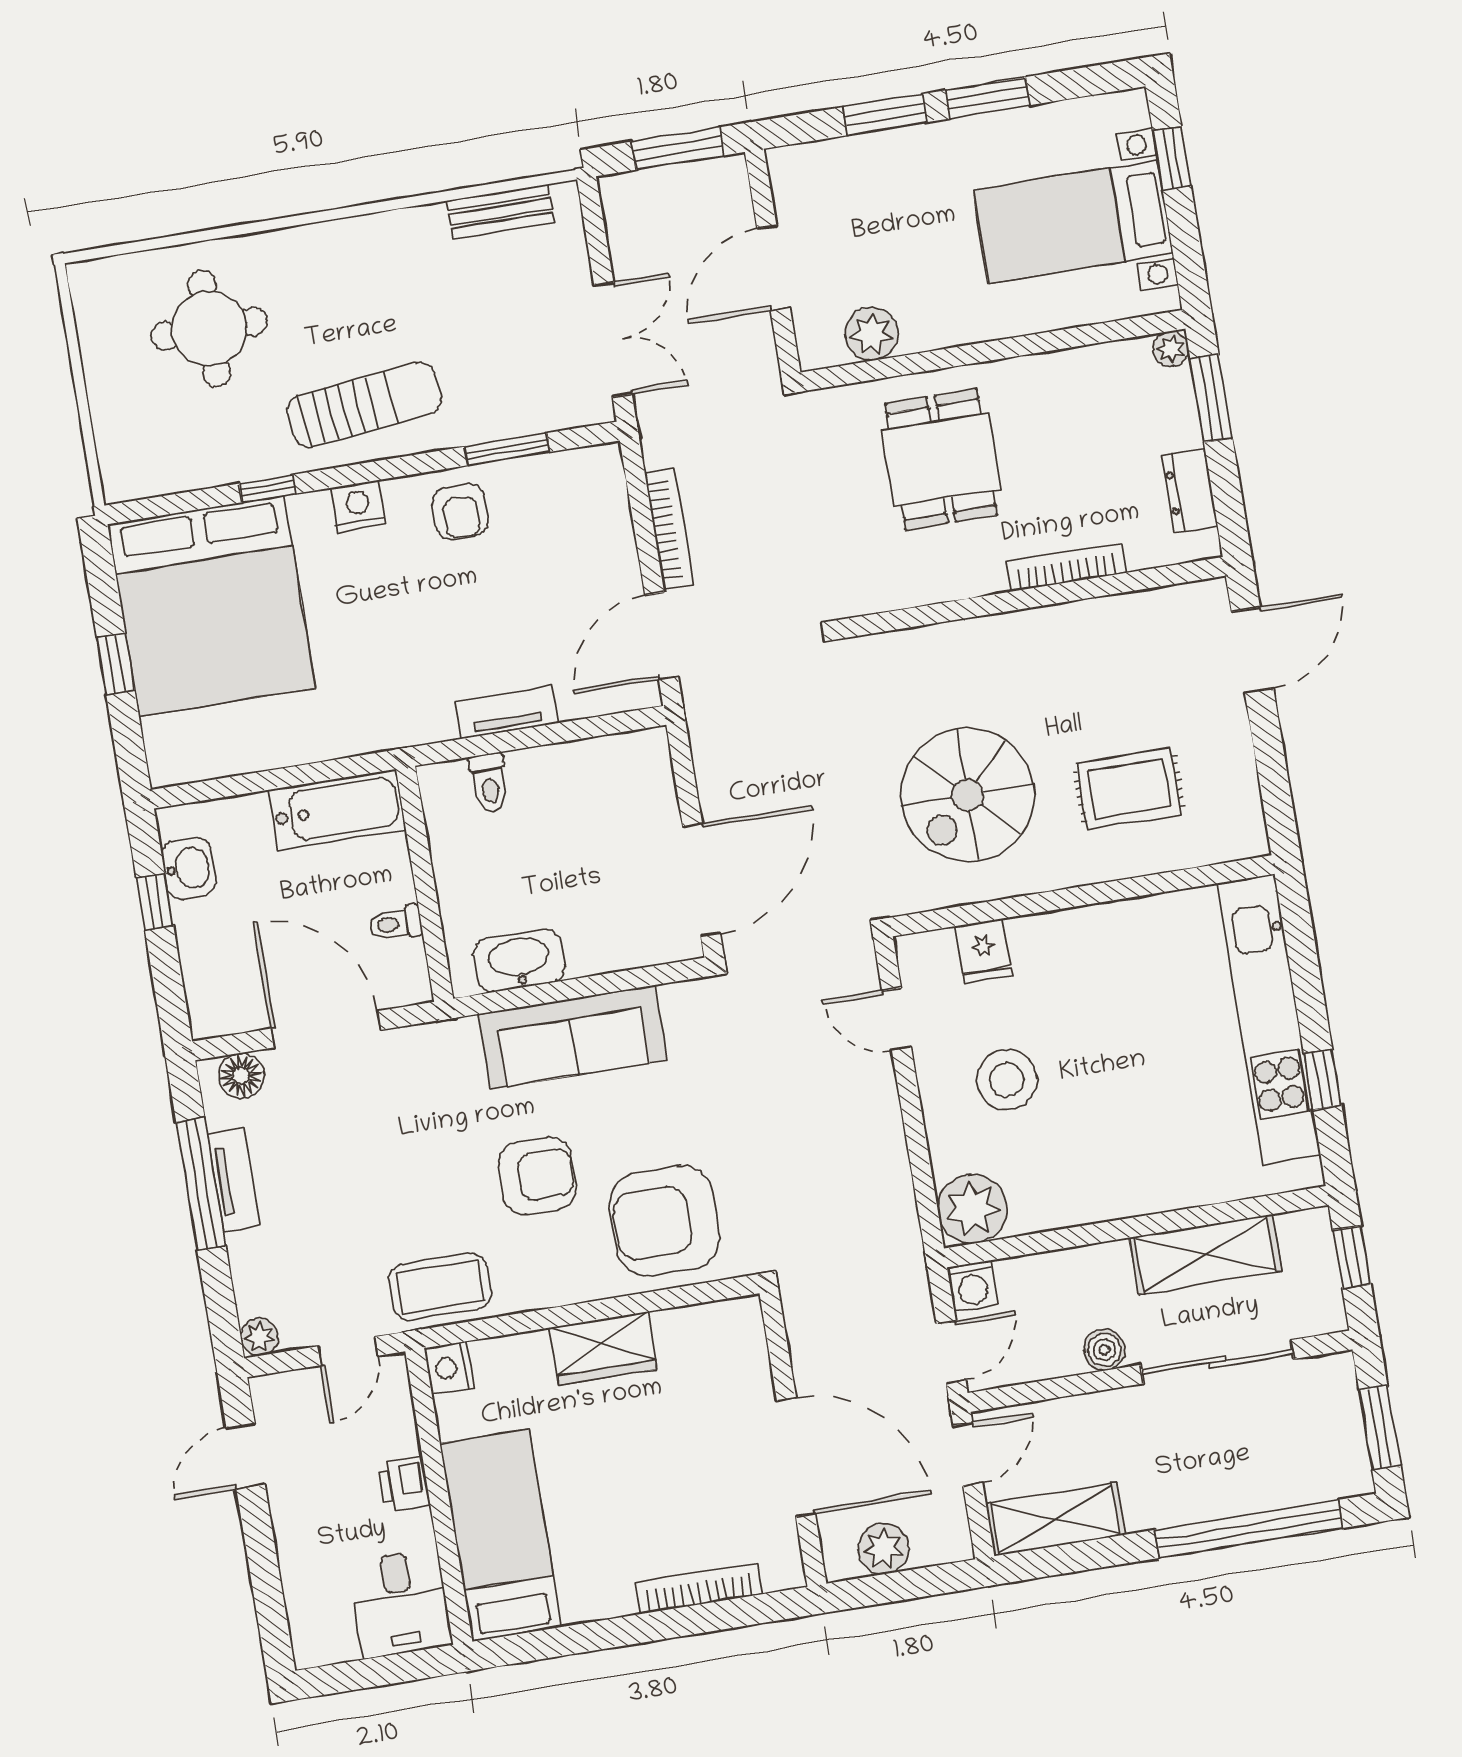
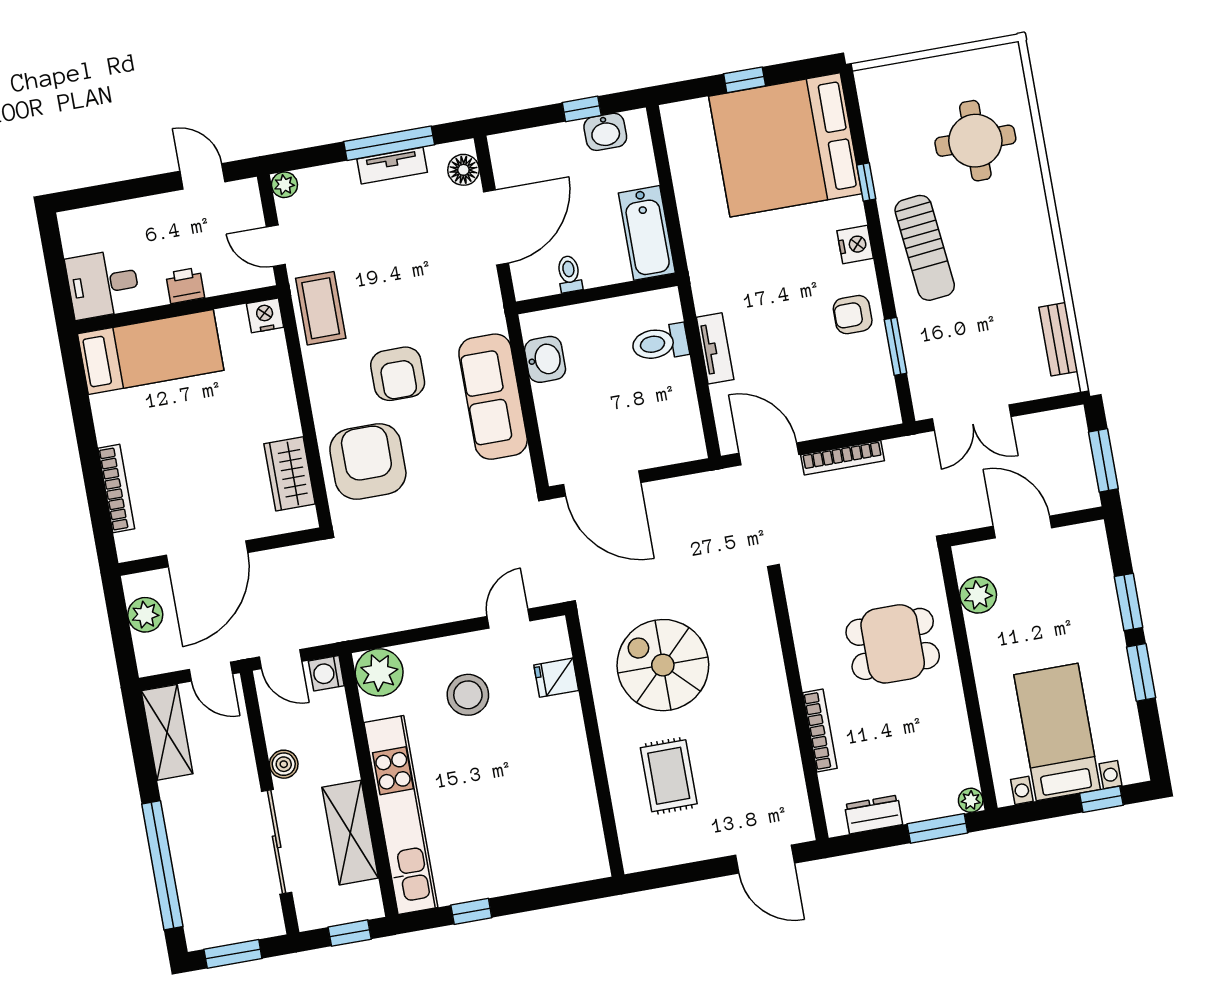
toilet: (489, 783) -> (660, 343), width x1.37, depth x1.39
washbasin: (519, 961) -> (545, 359), width x0.72
kitchen unit: (1269, 1020) -> (401, 815), moved, turned 90
wardrobe: (604, 1348) -> (290, 474), moved

